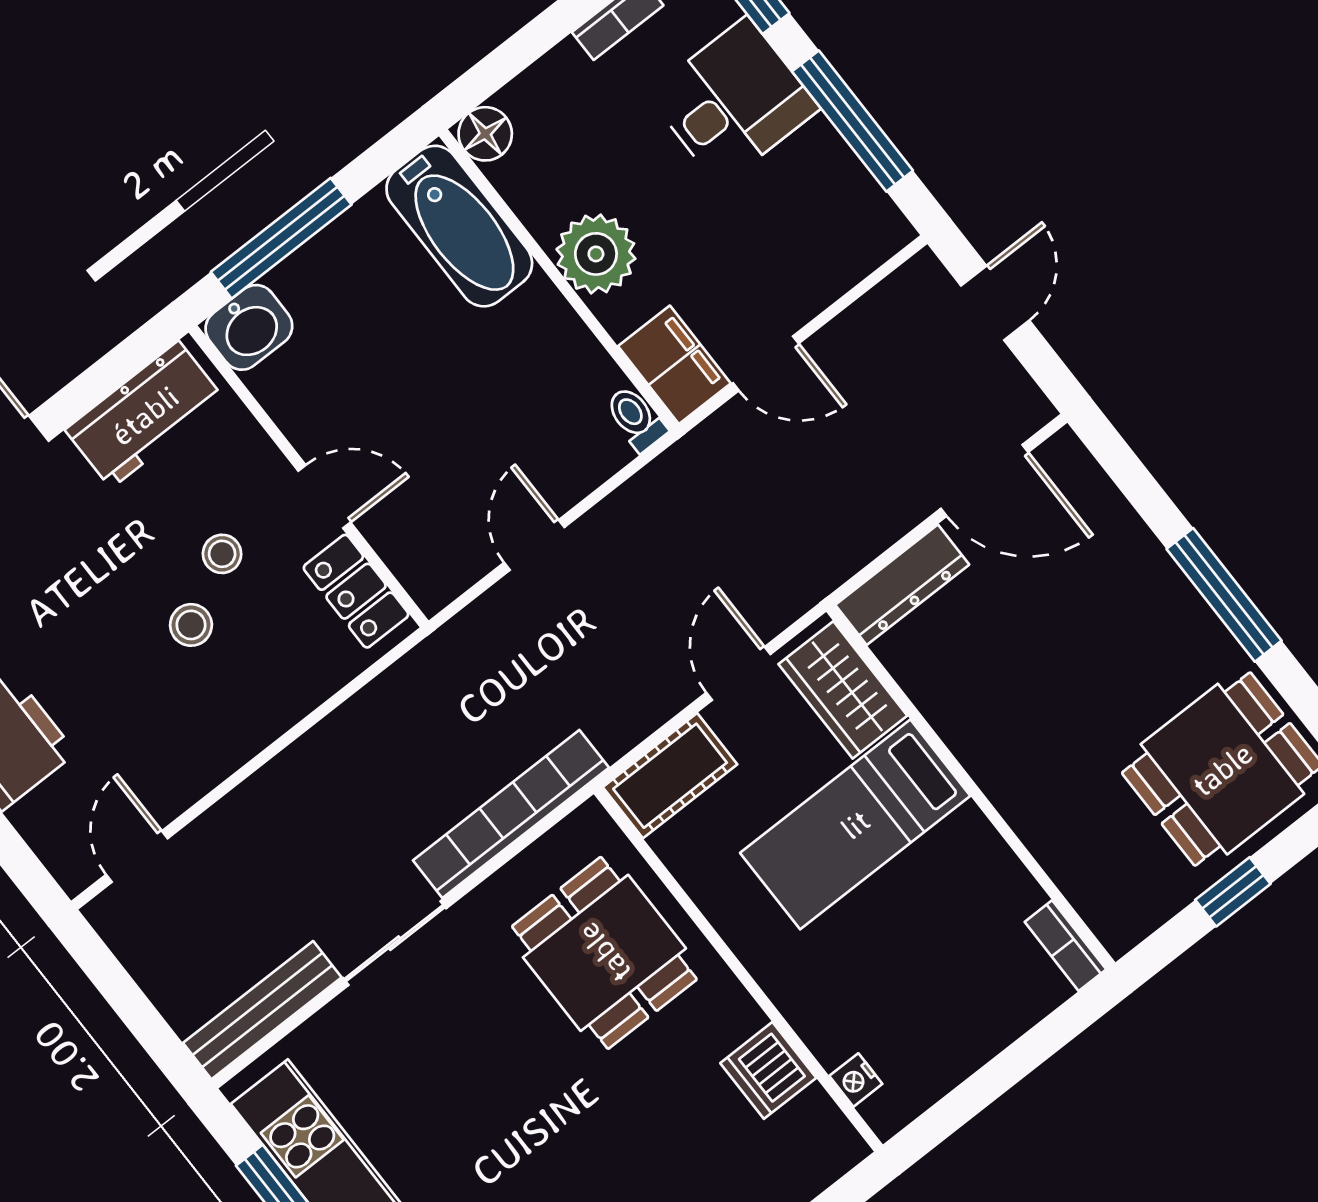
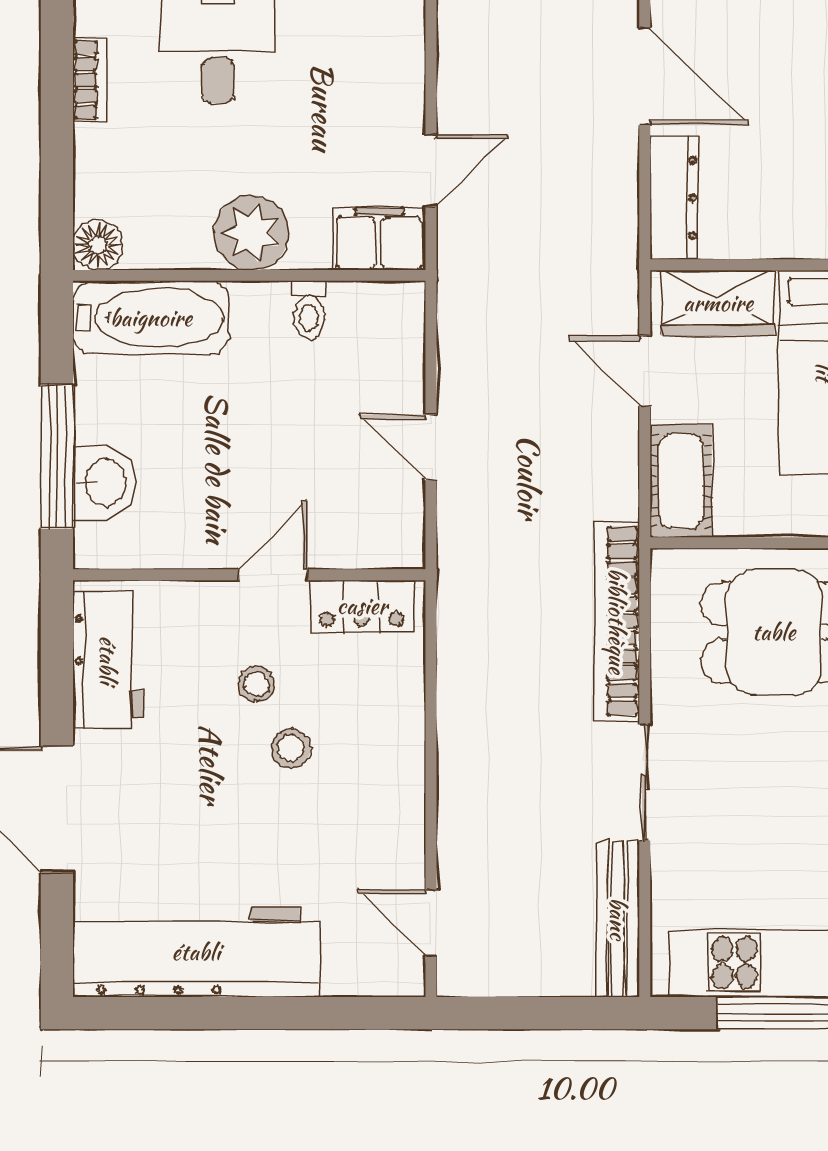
washbasin: (249, 327) -> (104, 483), moved
toilet: (636, 419) -> (309, 310), moved, turned -90
door: (985, 480) -> (645, 76), hinge flipped

